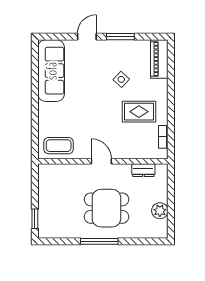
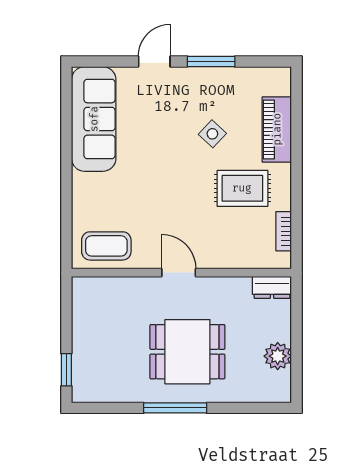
piano: (159, 59) -> (277, 129), moved
dresser: (143, 170) -> (272, 287), moved

